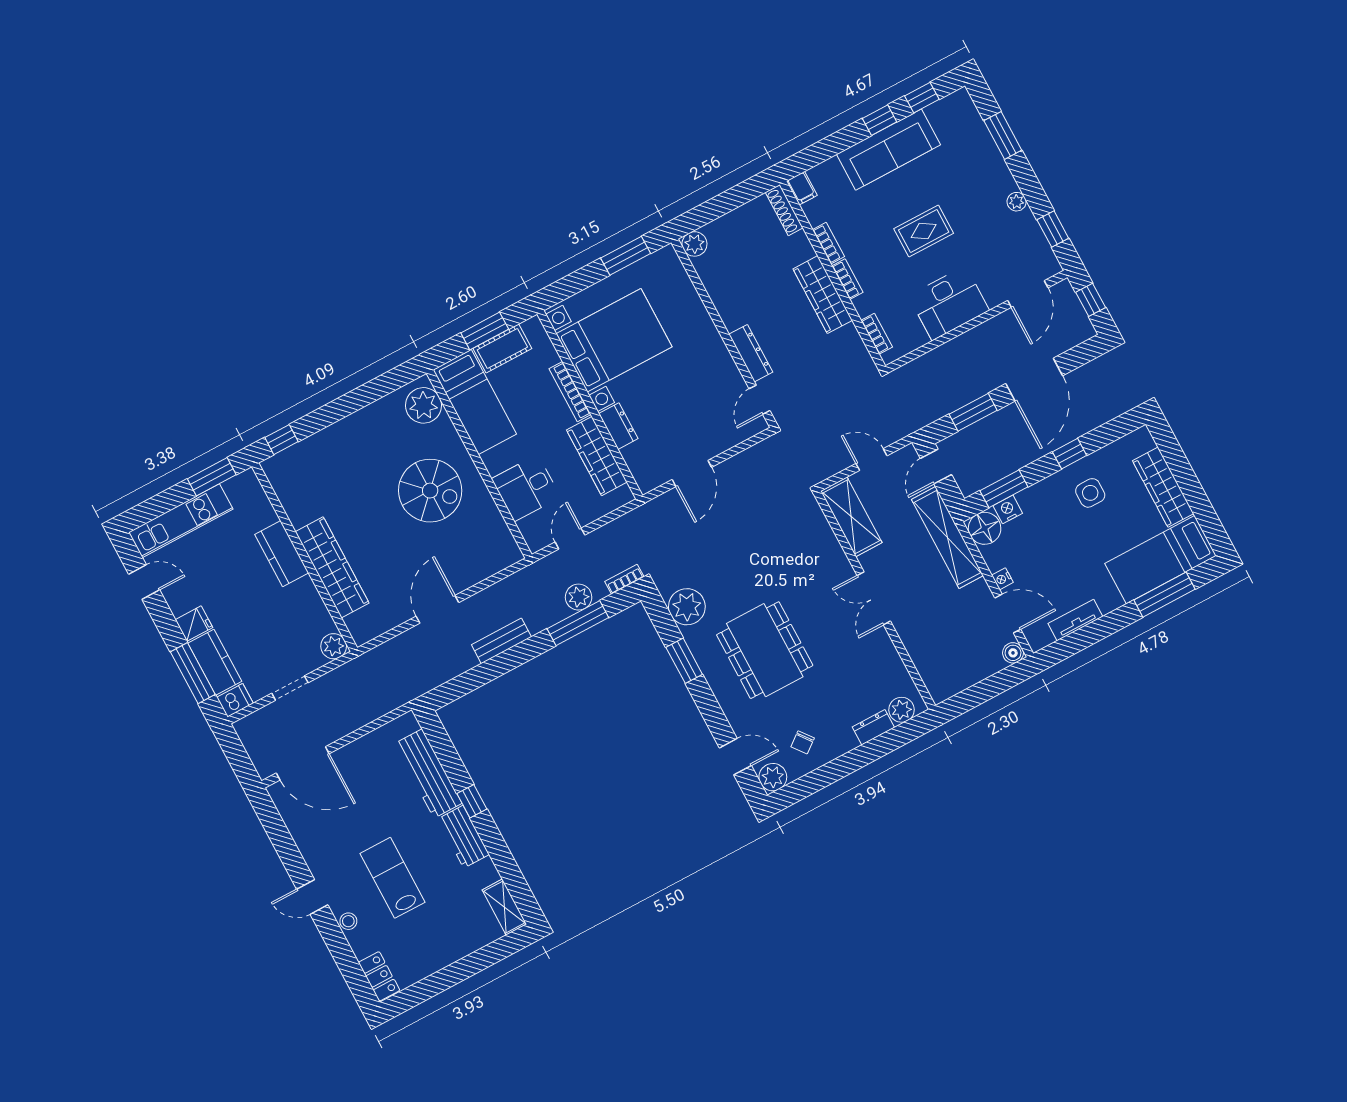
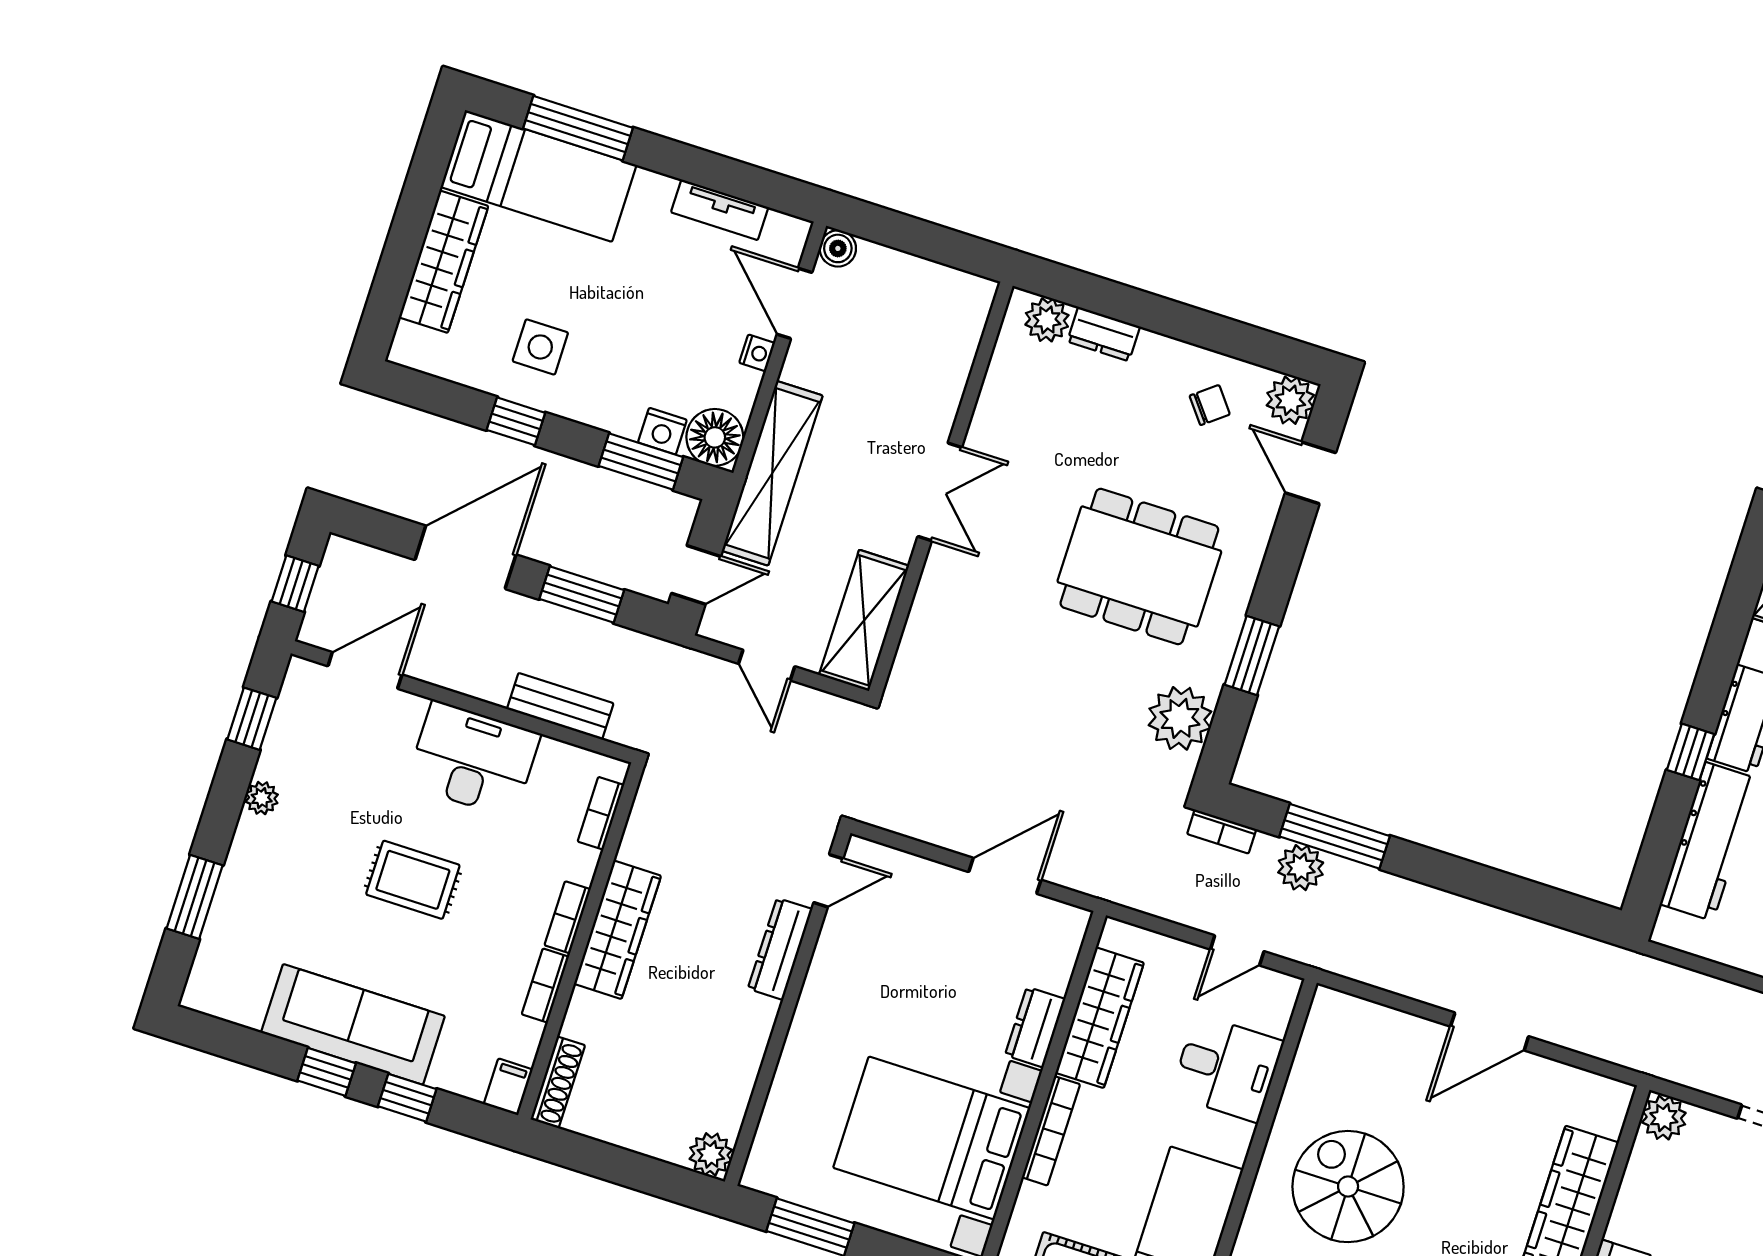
window: (922, 98) -> (407, 1098), moved
bench: (501, 641) -> (560, 706), moved
dining table: (765, 650) -> (1139, 566), turned 90

